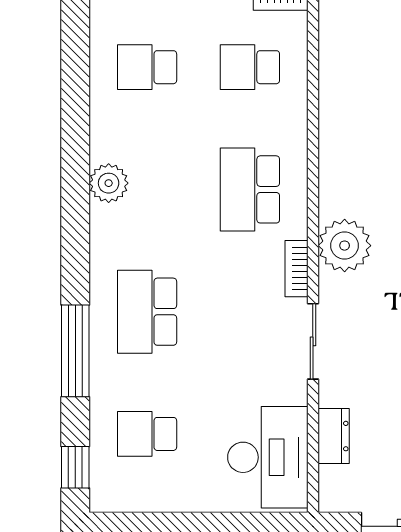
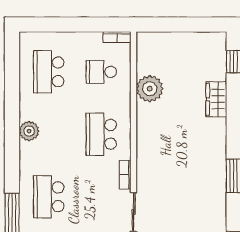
school desk: (147, 67) -> (49, 72), width x1.85
plant: (345, 246) -> (150, 89), moved

